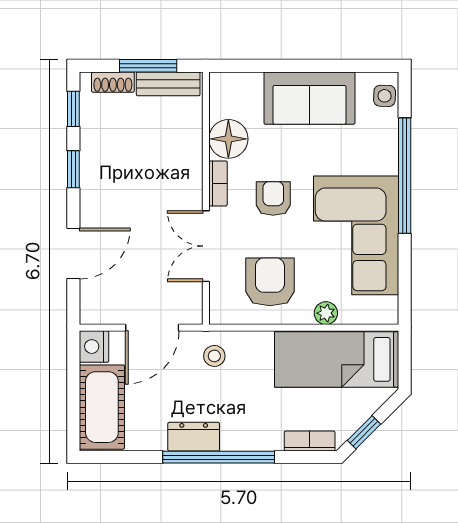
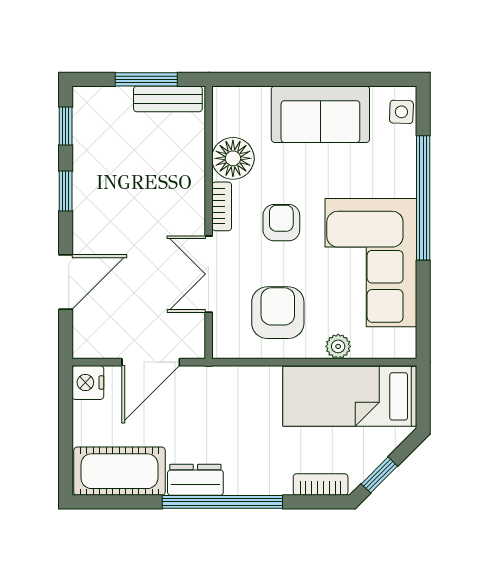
shoe rack: (113, 82) -> (108, 97), removed
stool: (214, 356) -> (218, 393), removed
cot: (102, 407) -> (119, 471), moved, turned 90

